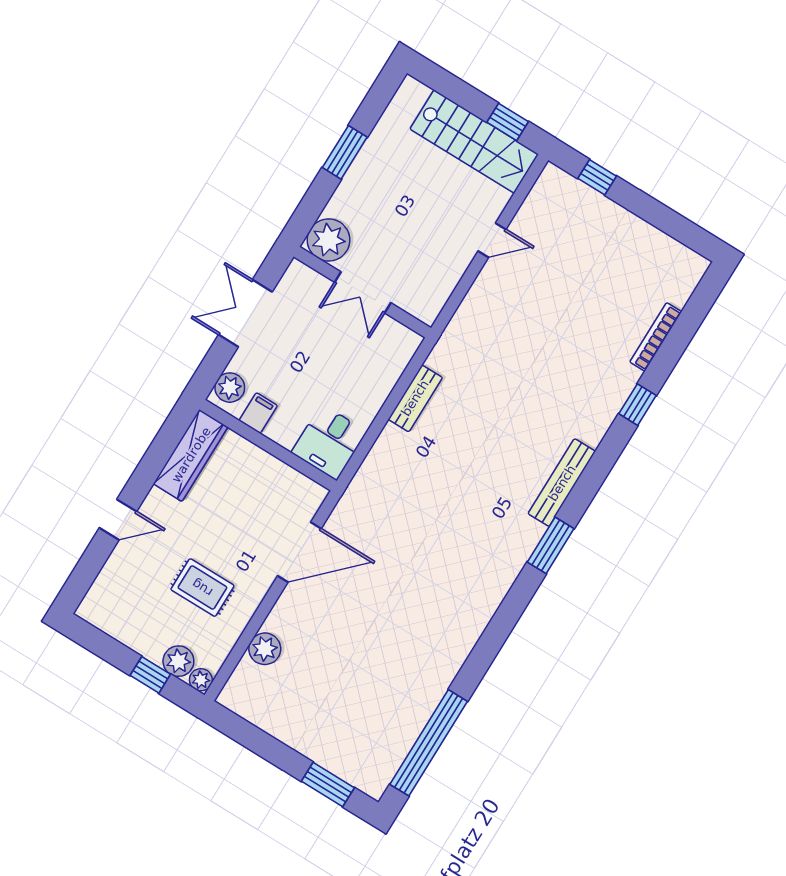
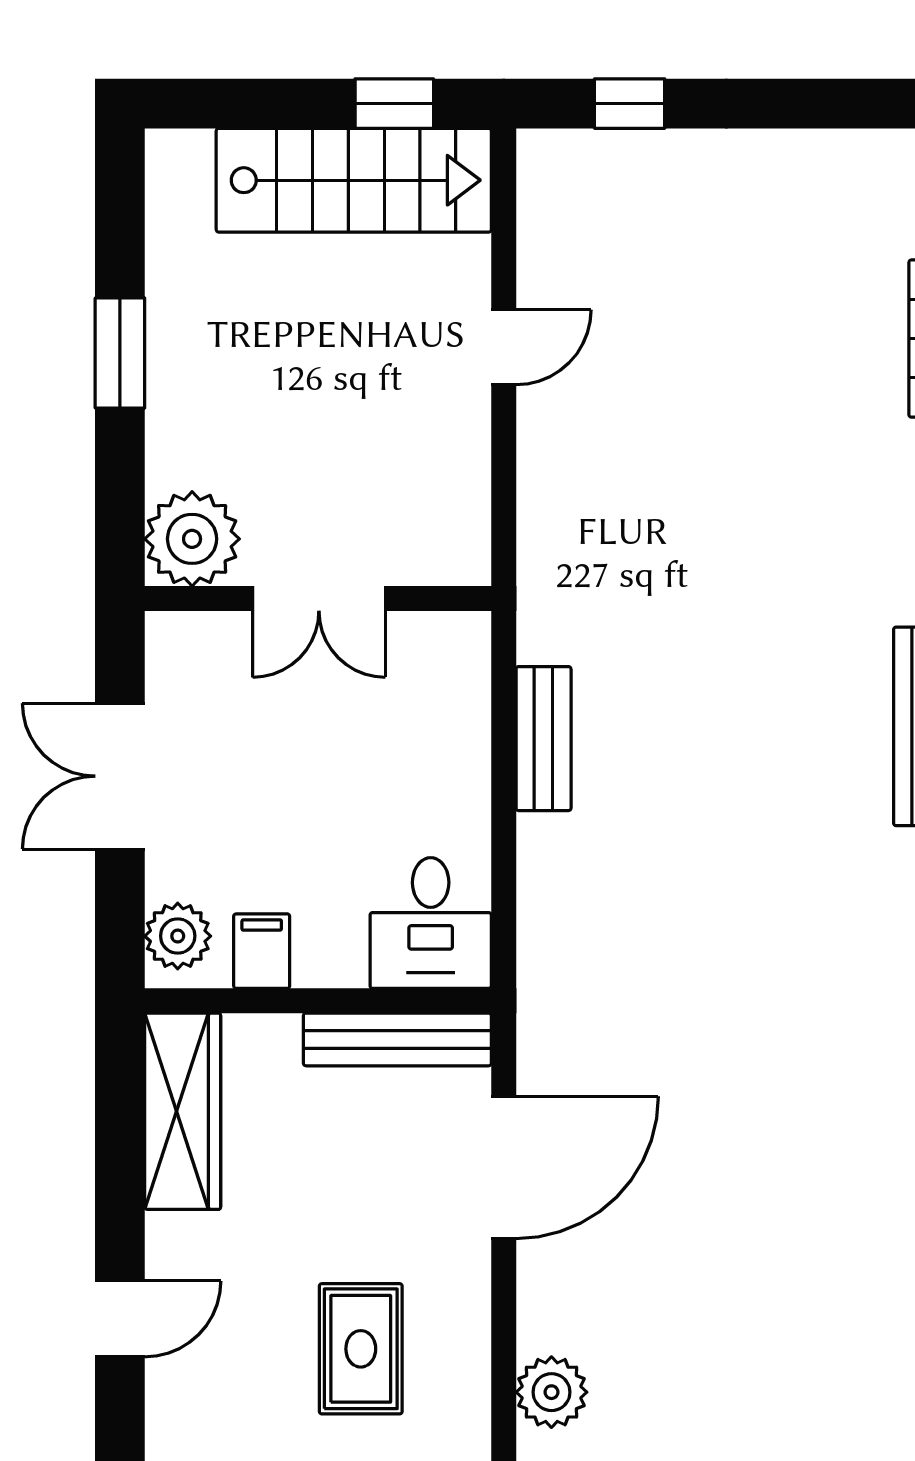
bench: (289, 478) -> (397, 1039), added
rug: (202, 588) -> (361, 1349), turned 90

